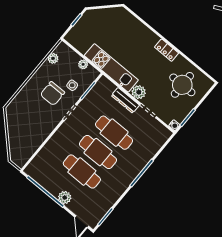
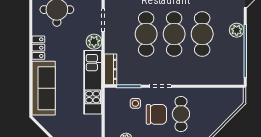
sofa: (135, 30) -> (44, 88), added
plant: (83, 64) -> (110, 109), removed
dresser: (125, 100) -> (111, 69), moved
cafe table: (39, 111) -> (181, 114), added

